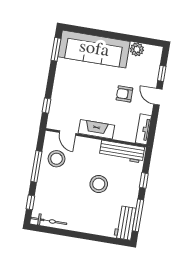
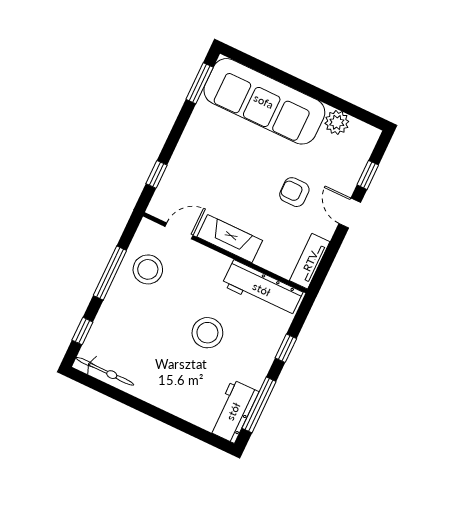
door: (68, 133) -> (179, 231), swing flipped

